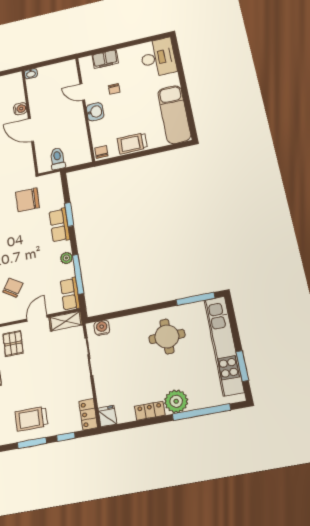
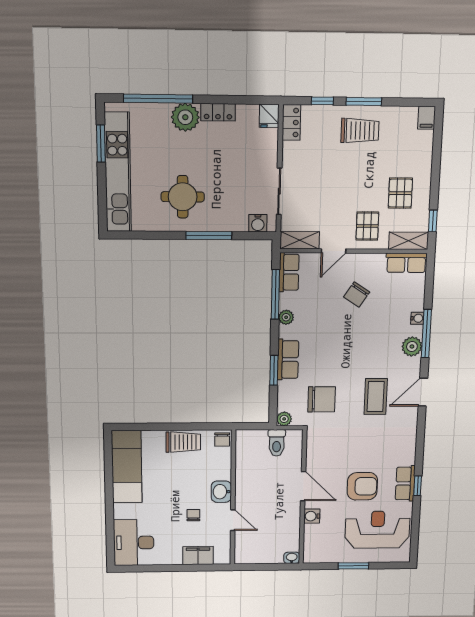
plant: (55, 178) -> (284, 419), added
window: (196, 299) -> (209, 235), moved

